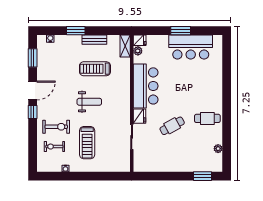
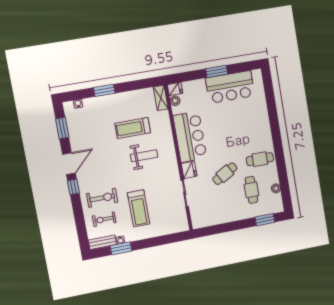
bench: (94, 40) -> (102, 242), moved
weight bench: (89, 102) -> (144, 156), moved
cafe table: (195, 146) -> (251, 190), added
window: (65, 176) -> (121, 248), added

